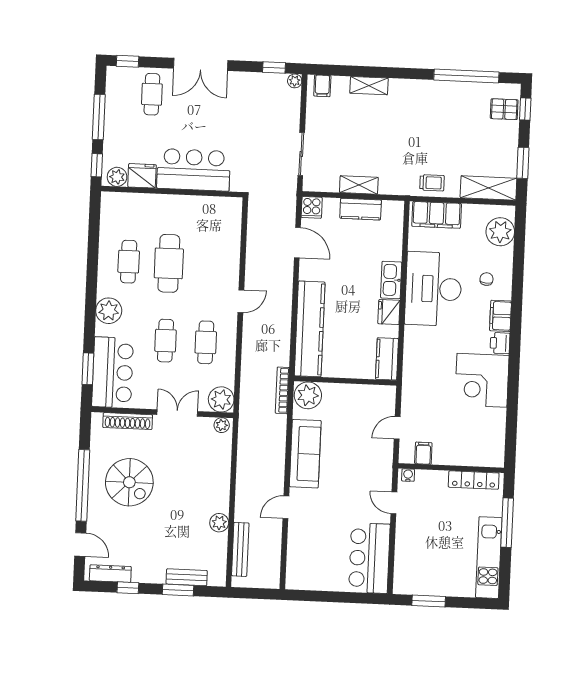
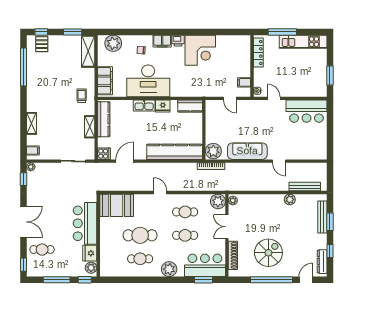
trolley: (432, 183) -> (82, 96), moved
kitchen counter: (361, 209) -> (104, 119), width x1.50
booth: (222, 225) -> (117, 205), added
door: (394, 503) -> (274, 98), swing flipped
bench: (187, 577) -> (322, 217), width x1.36

